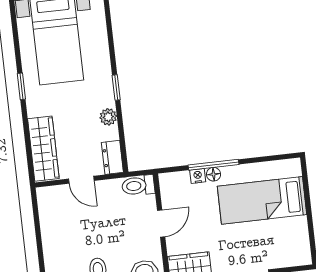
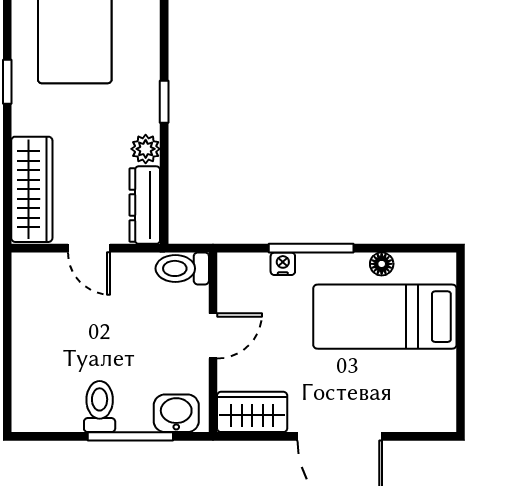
dresser: (112, 157) -> (145, 205), width x1.44
floor lamp: (214, 174) -> (382, 264), moved

